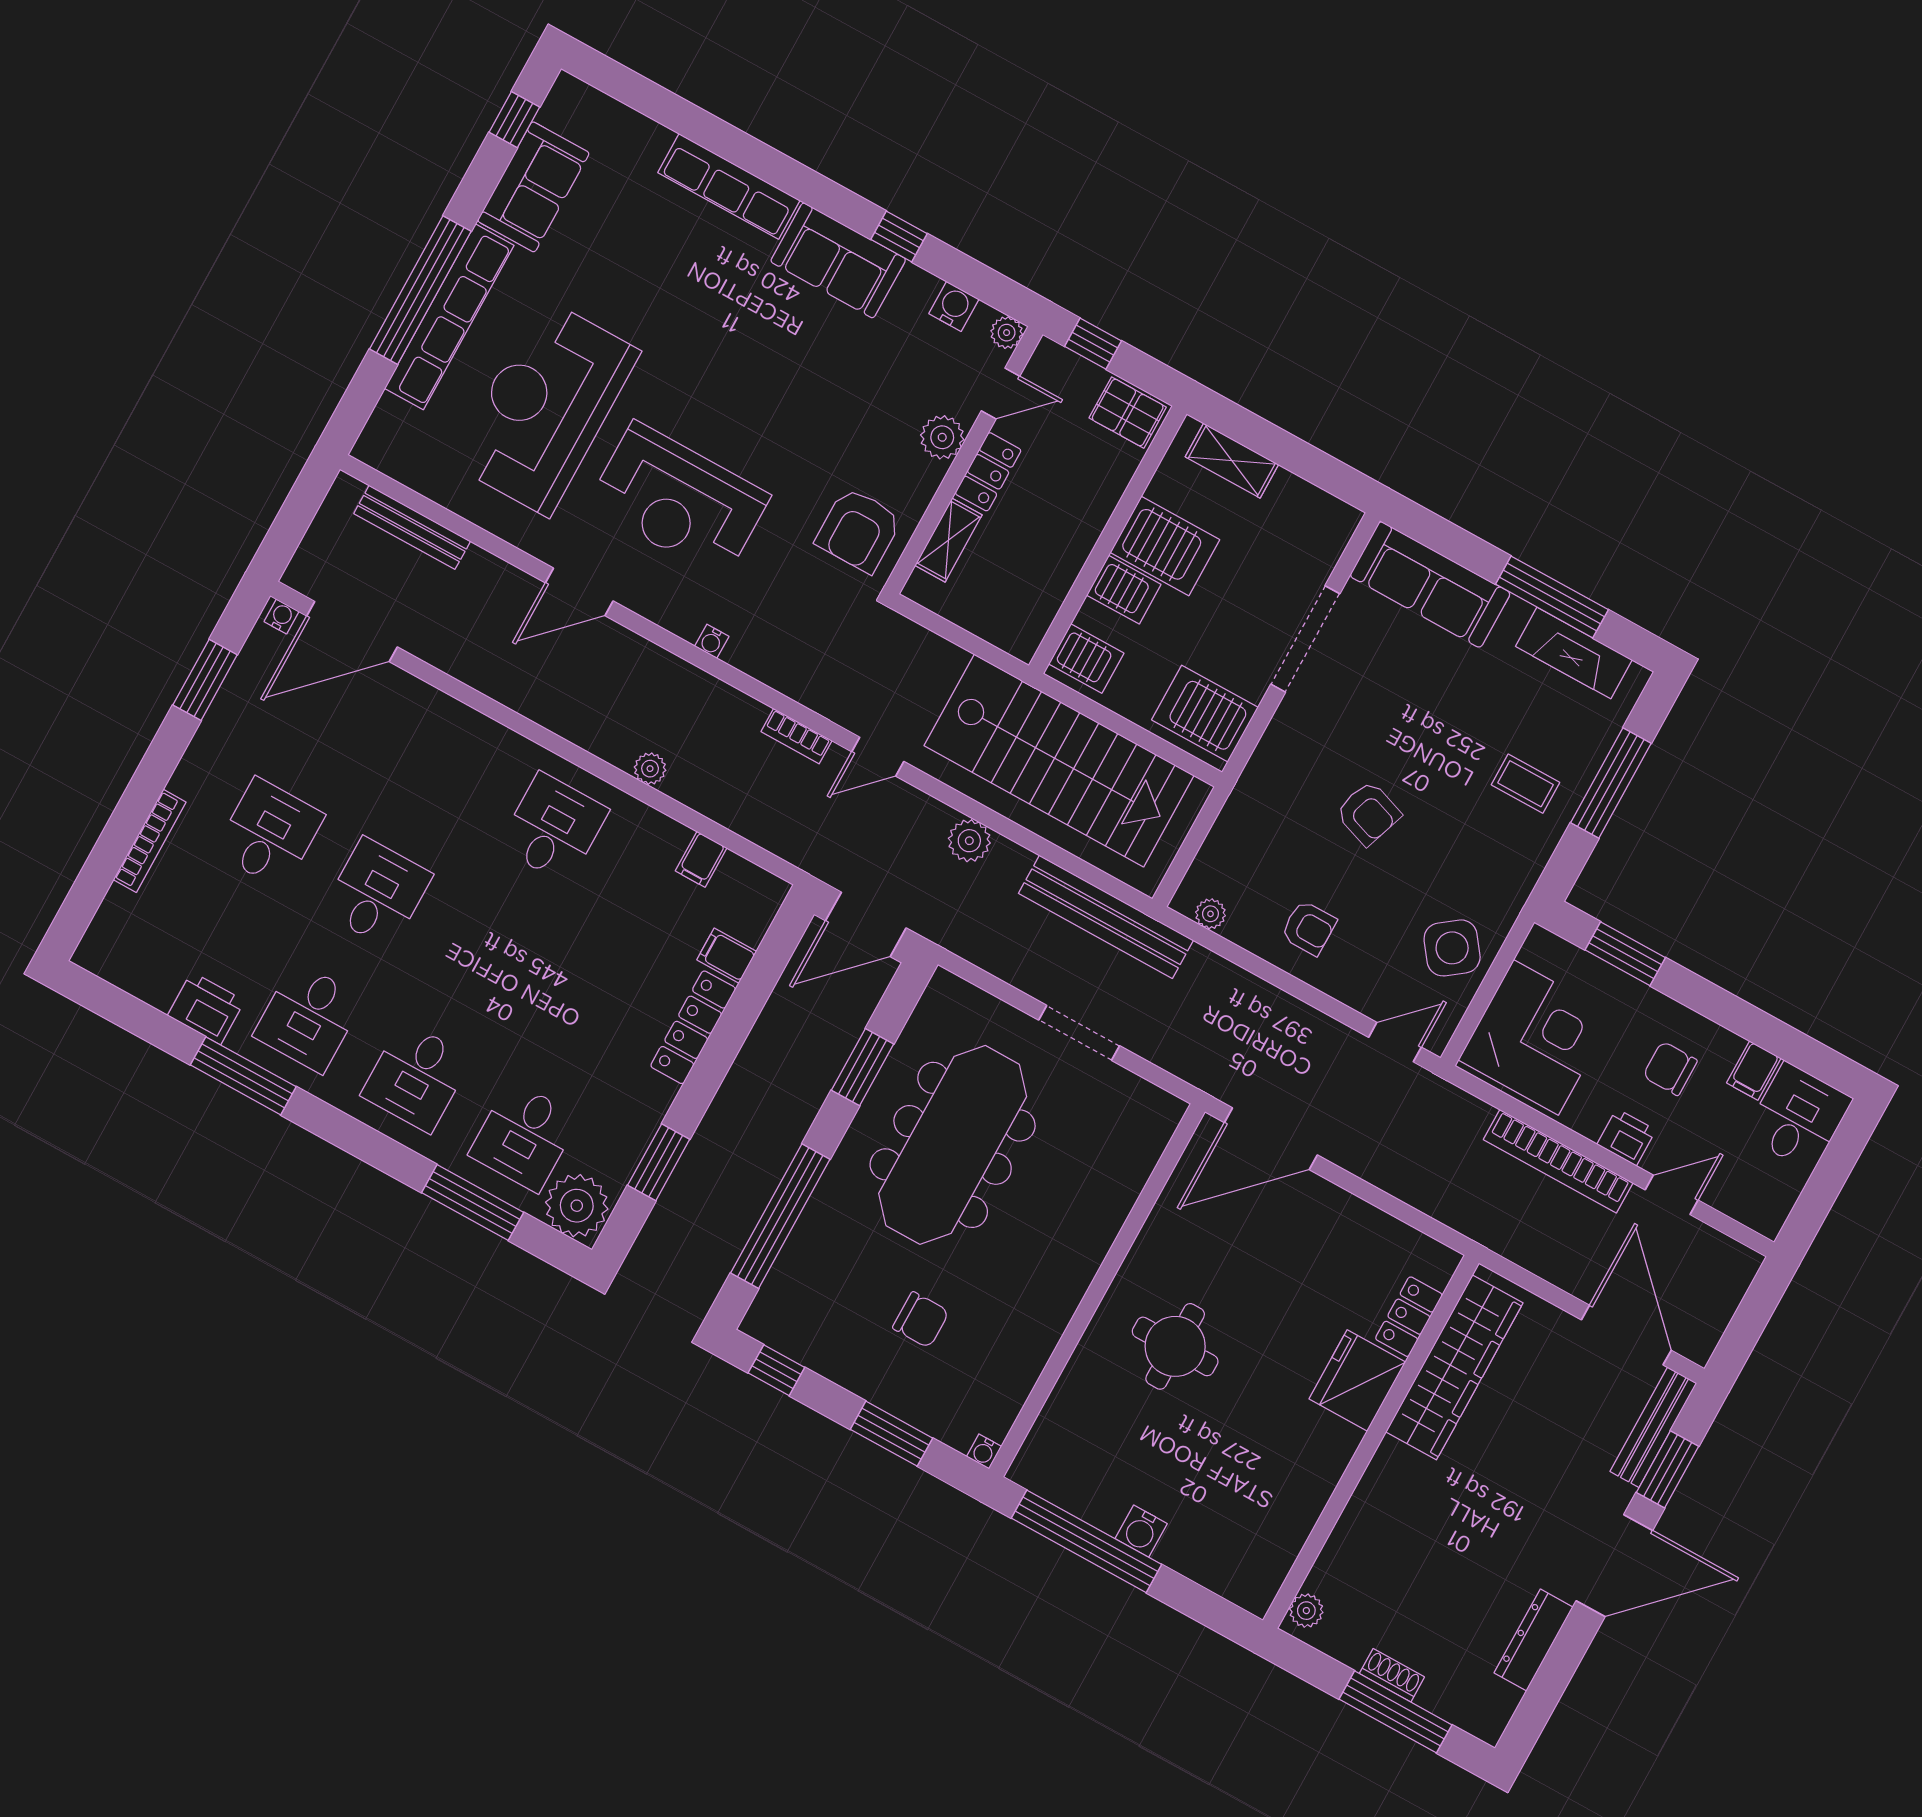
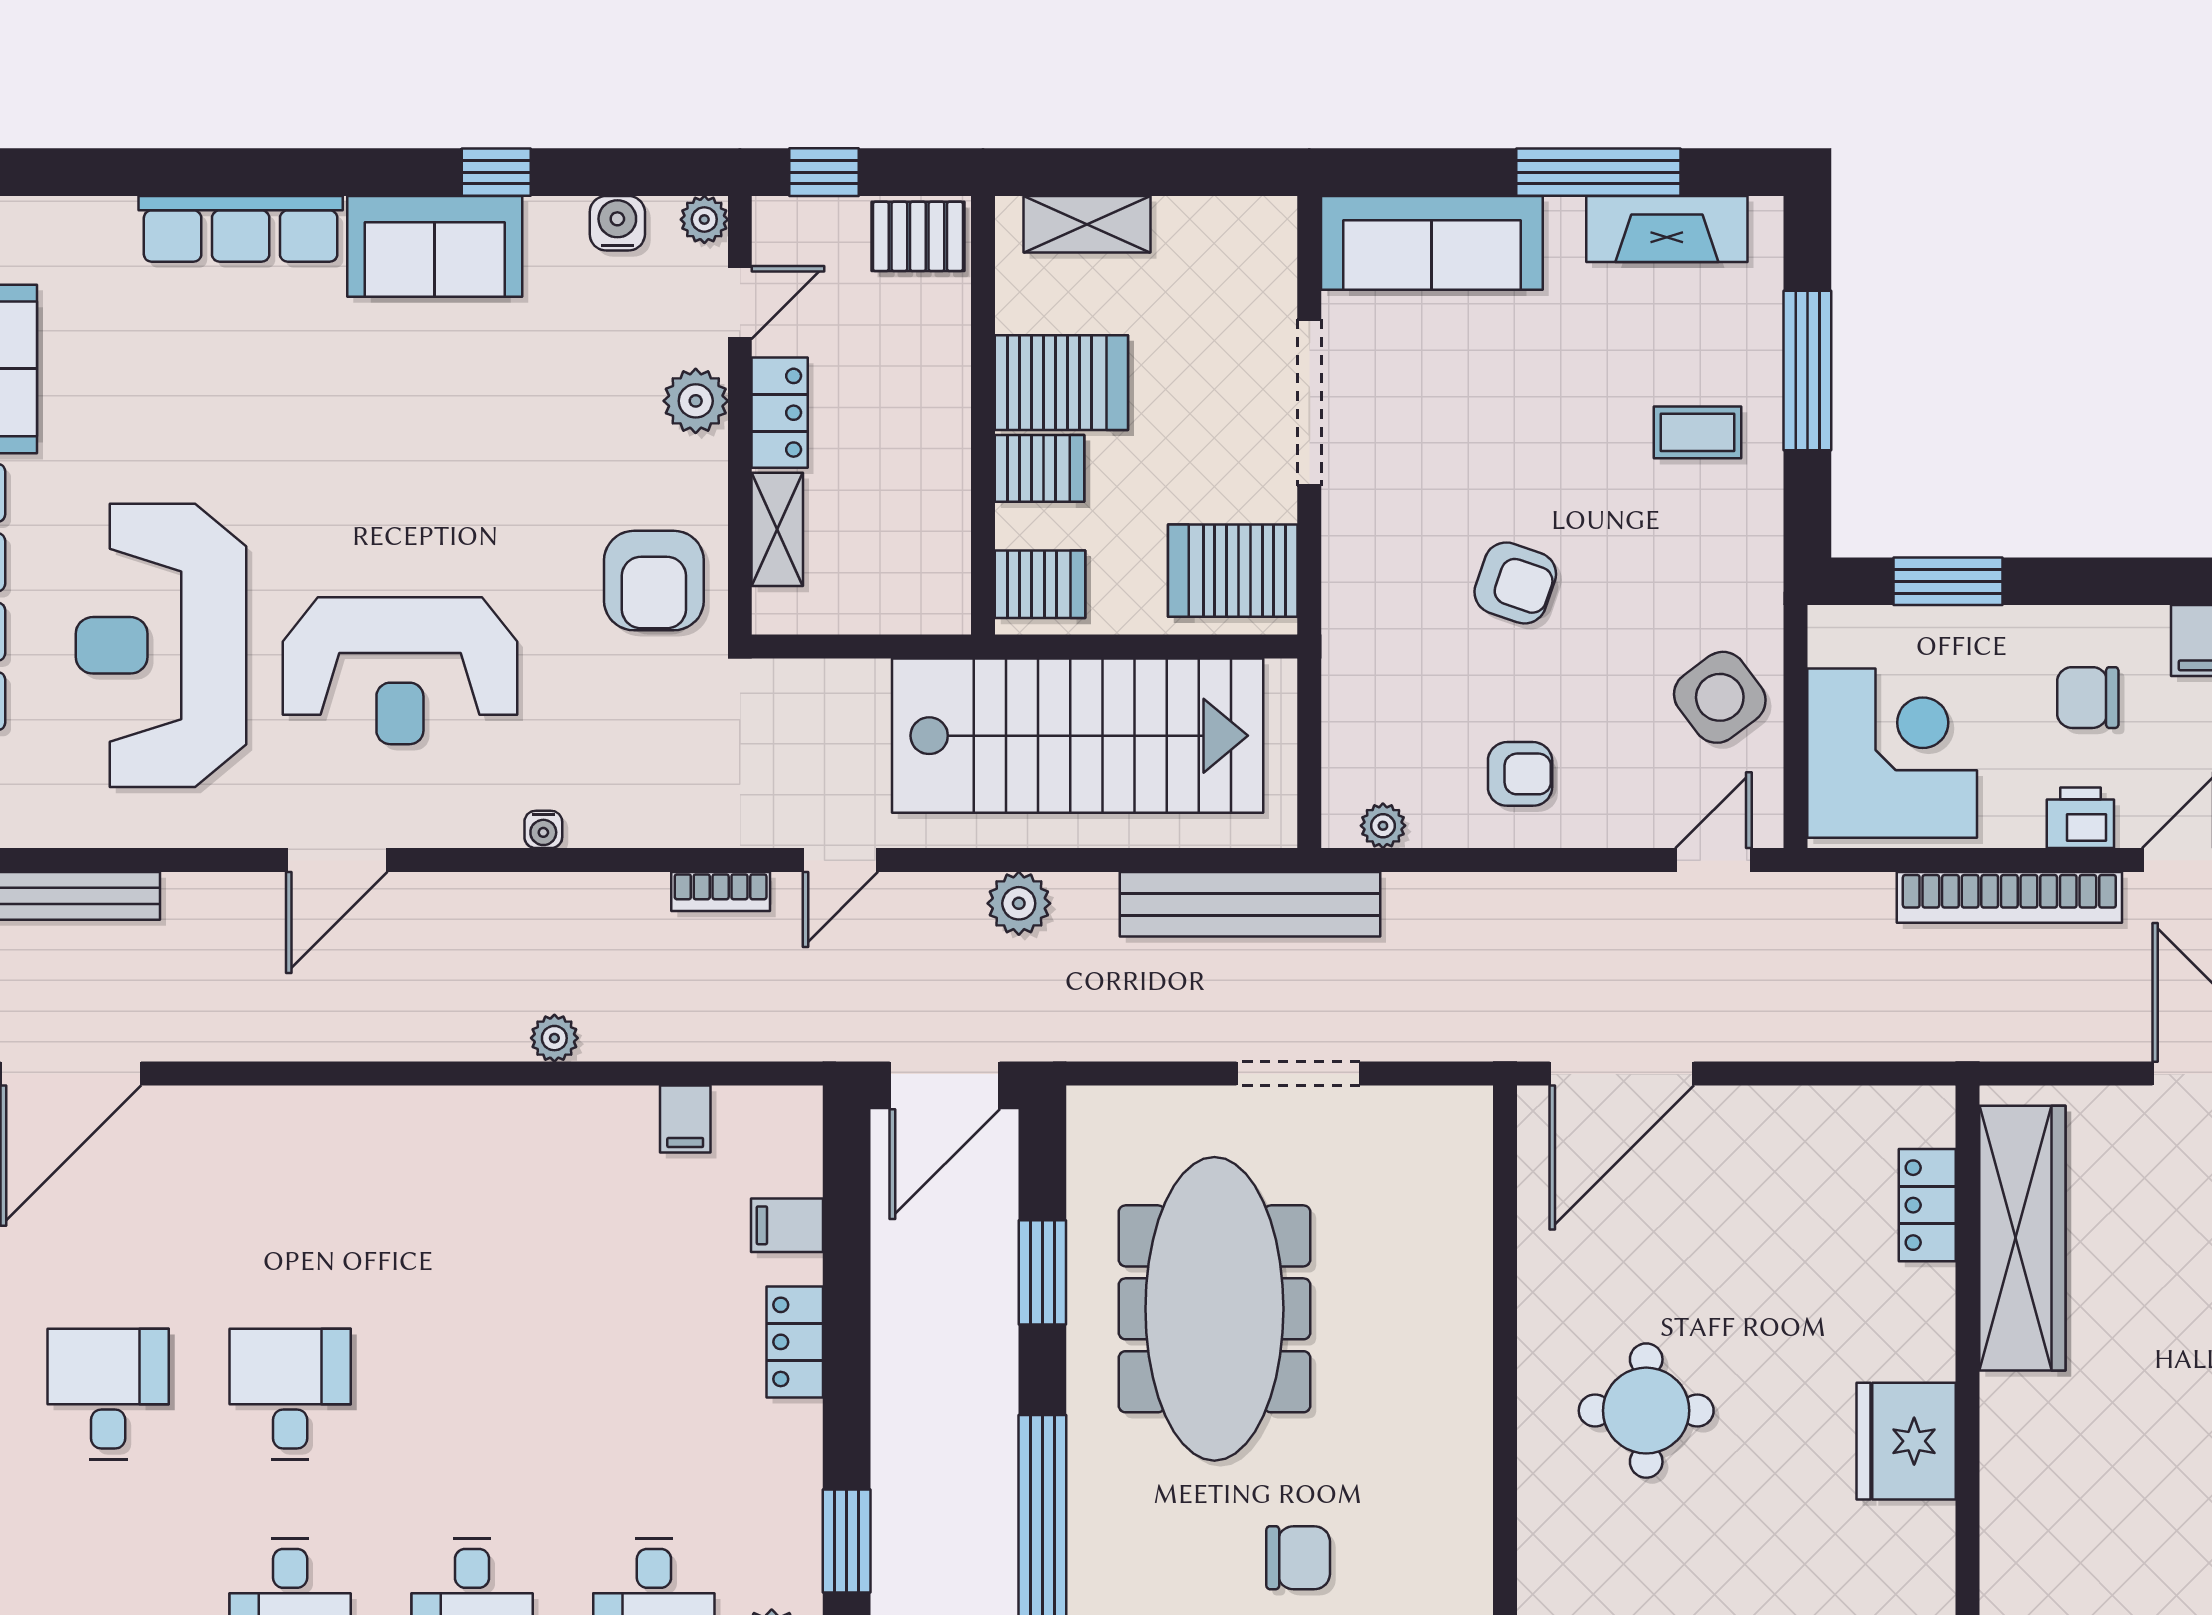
desk: (553, 828) -> (472, 1184), removed
locker: (693, 1027) -> (795, 1342), width x0.66
fridge: (1357, 1381) -> (1906, 1441), moved

